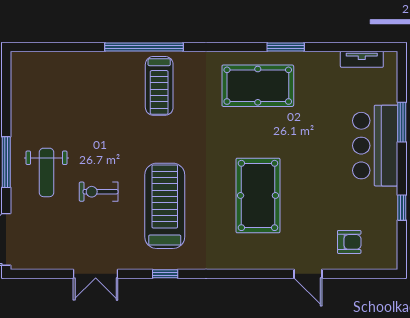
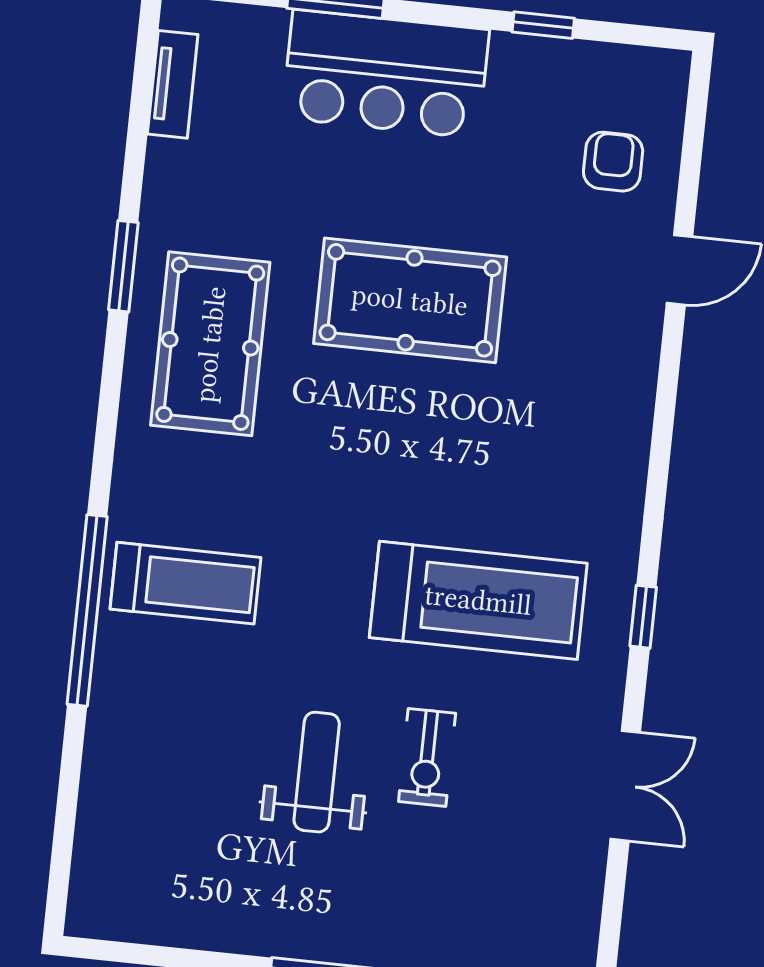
weight bench: (47, 172) -> (317, 772), moved, turned -90
pool table: (258, 195) -> (410, 300), moved
treadmill: (165, 206) -> (478, 600), turned 180

